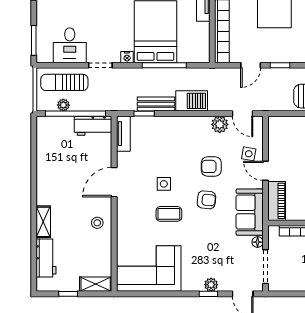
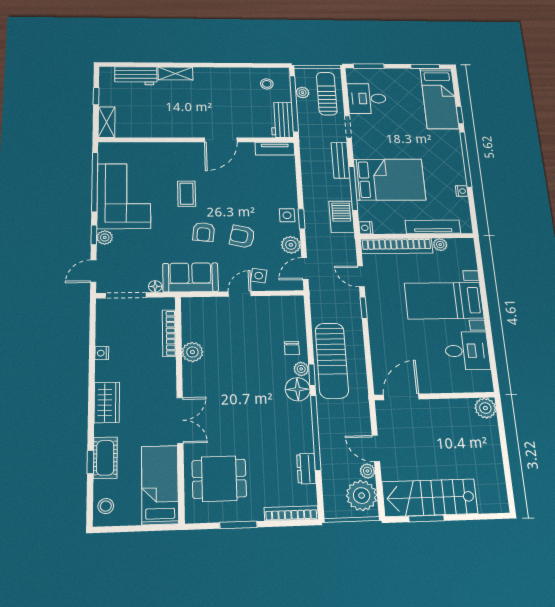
nightstand: (127, 57) -> (366, 228), moved
barbecue: (192, 101) -> (342, 217), moved, turned 180
bench: (156, 104) -> (340, 160), moved
window: (144, 114) -> (302, 219), moved
armchair: (211, 166) -> (242, 237), turned -77
door: (114, 182) -> (221, 140), swing flipped
side table: (164, 184) -> (287, 215), moved
piano: (277, 201) -> (204, 306), removed
stool: (97, 223) -> (267, 84), moved
corner sofa: (149, 268) -> (124, 196), moved
window: (157, 294) -> (95, 182), added

